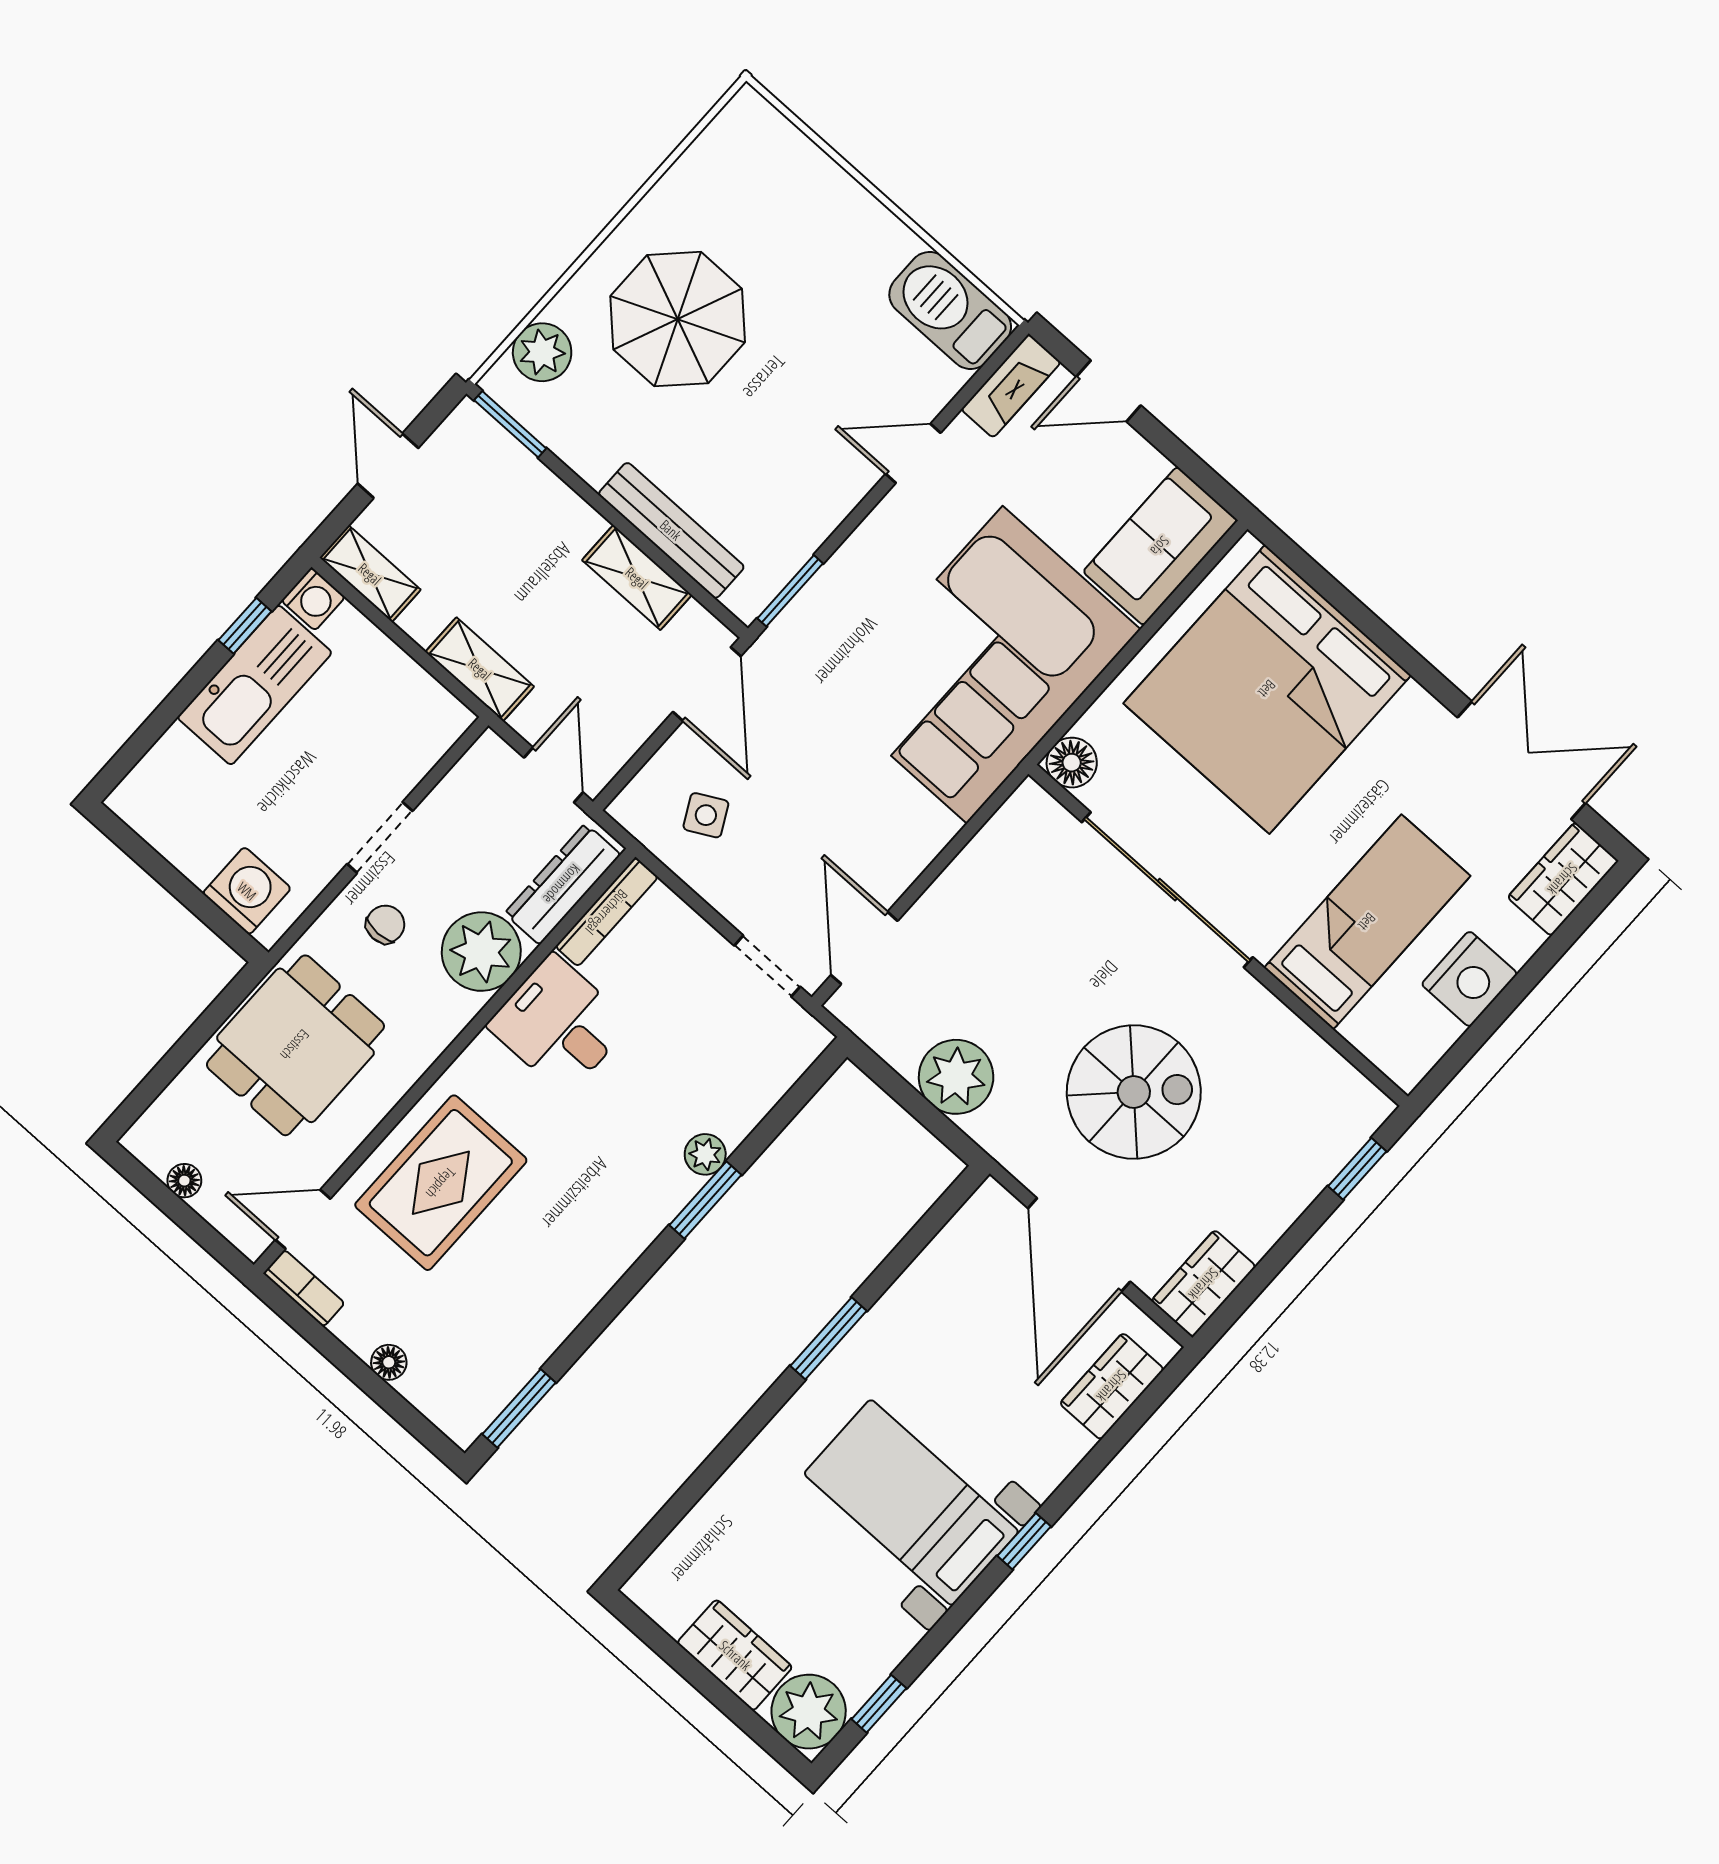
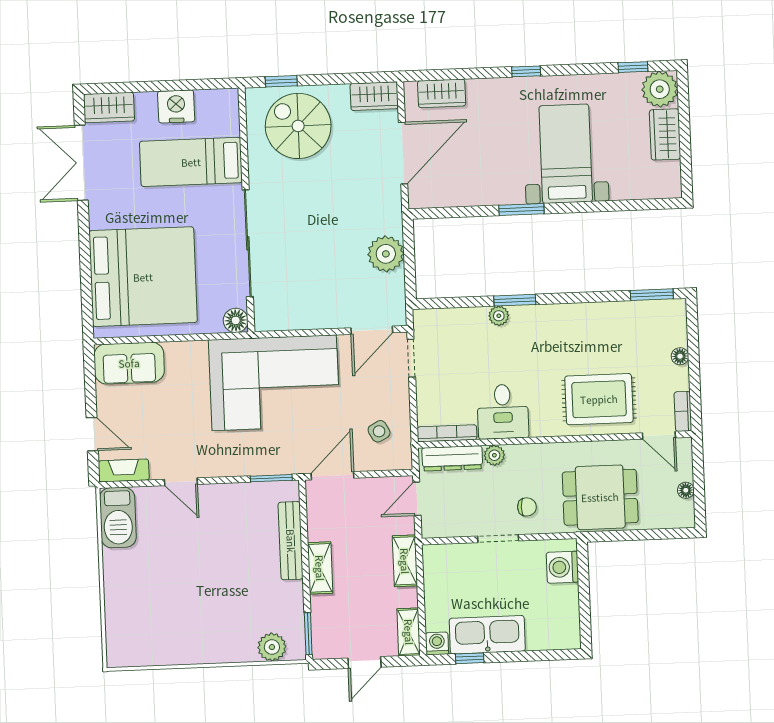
parasol: (678, 319) -> (214, 611), removed
shelving: (637, 578) -> (320, 568), moved
corner sofa: (985, 665) -> (274, 383), moved
chair: (385, 924) -> (527, 507), turned 180
plant: (481, 952) -> (494, 455), width x0.53, depth x0.53
spiral stairs: (1134, 1092) -> (298, 126), moved
bed with nightstands: (911, 1503) -> (566, 154), moved, turned 180

